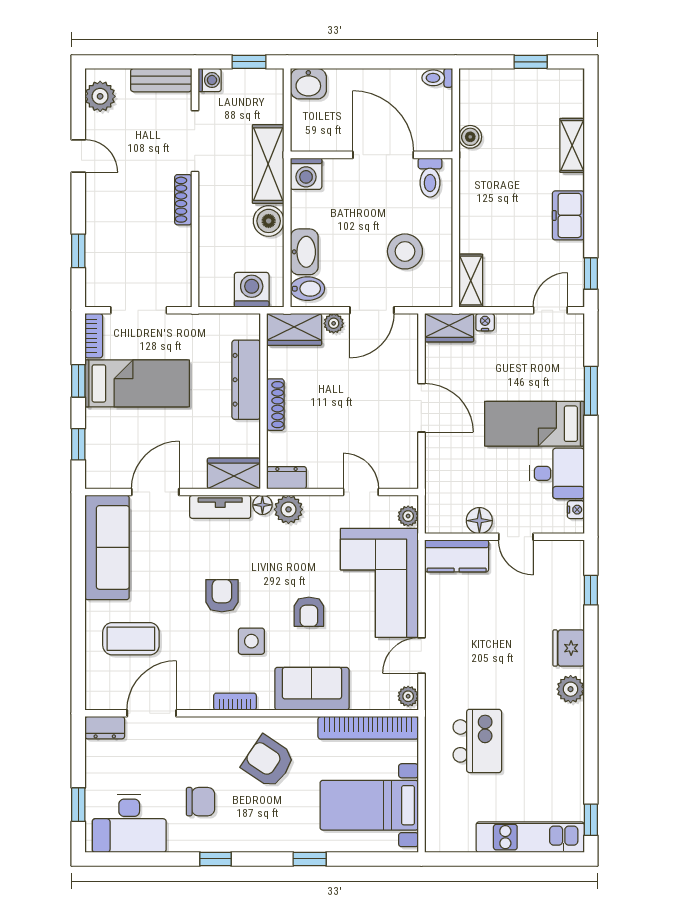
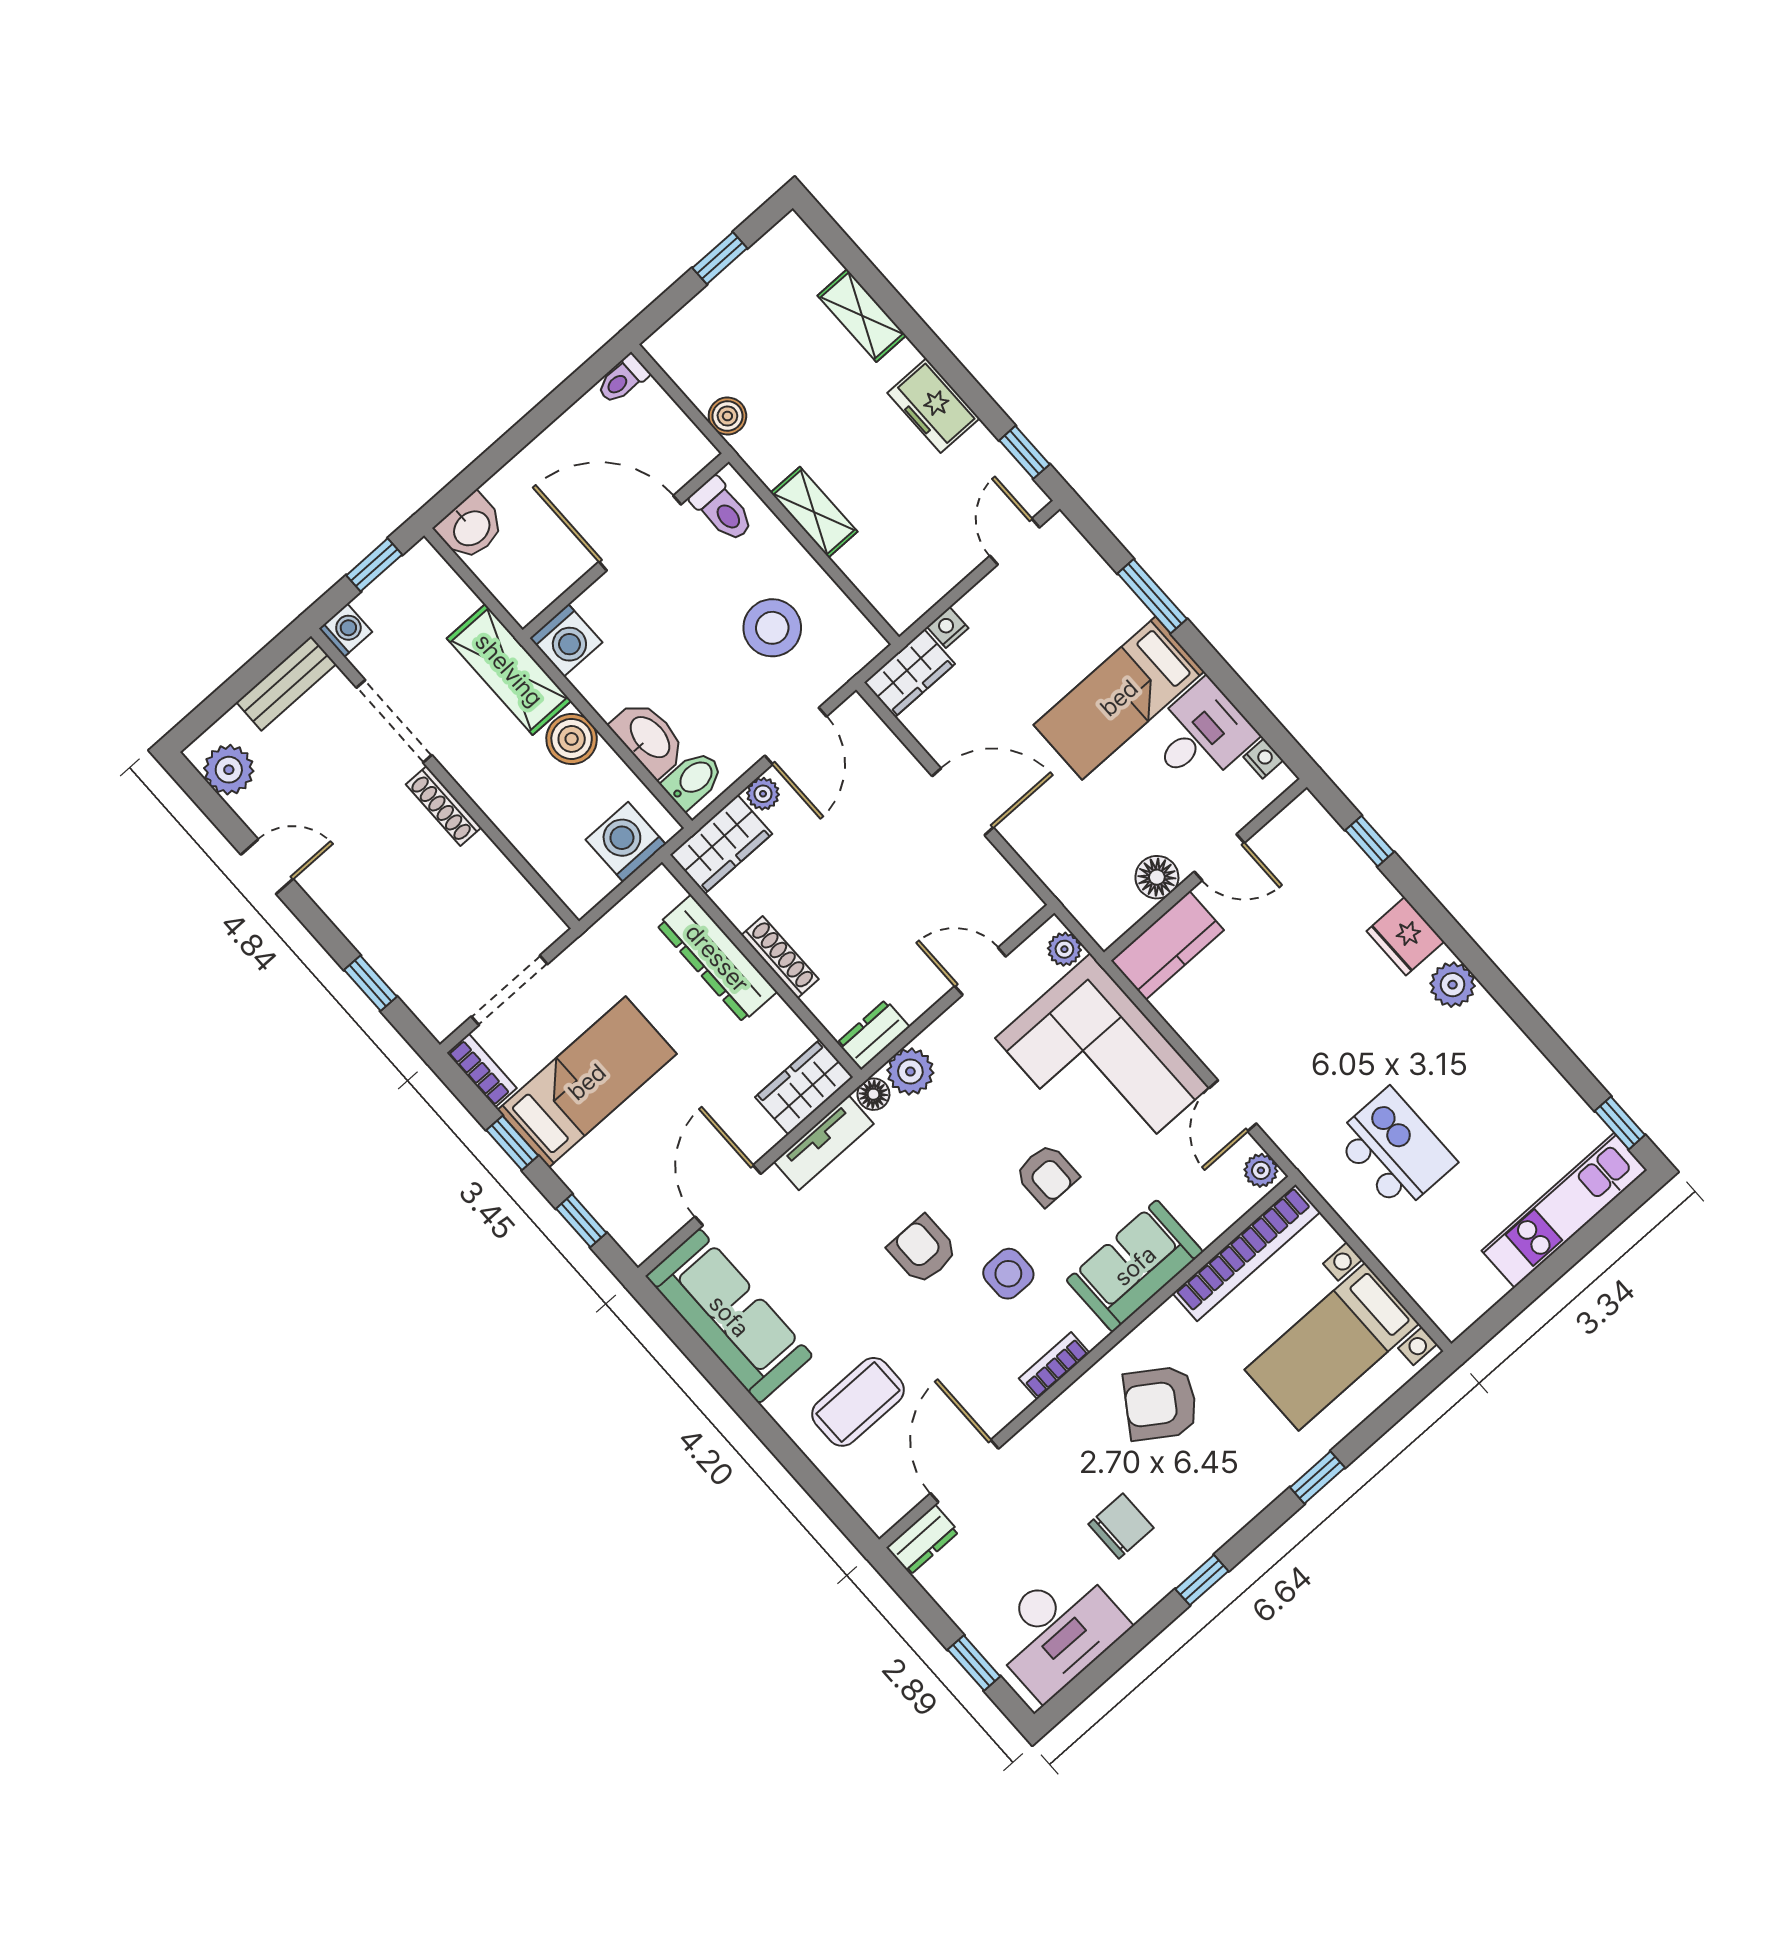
shelving: (471, 281) -> (814, 512), moved

